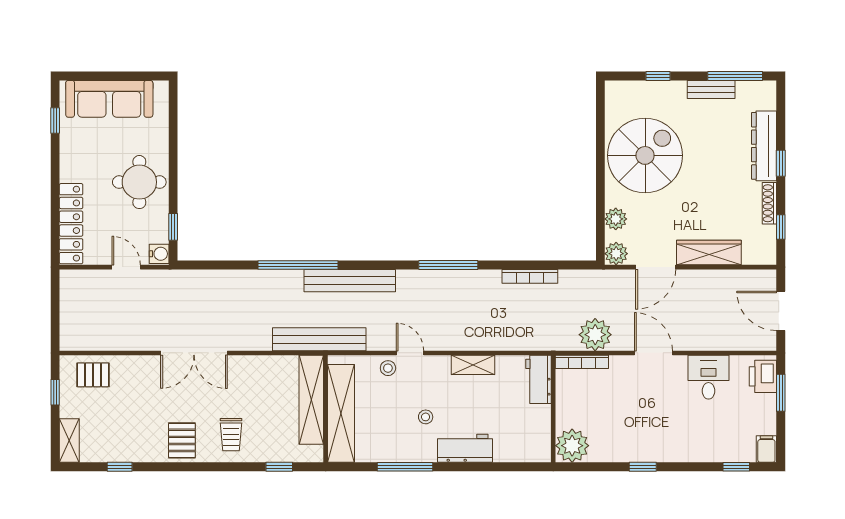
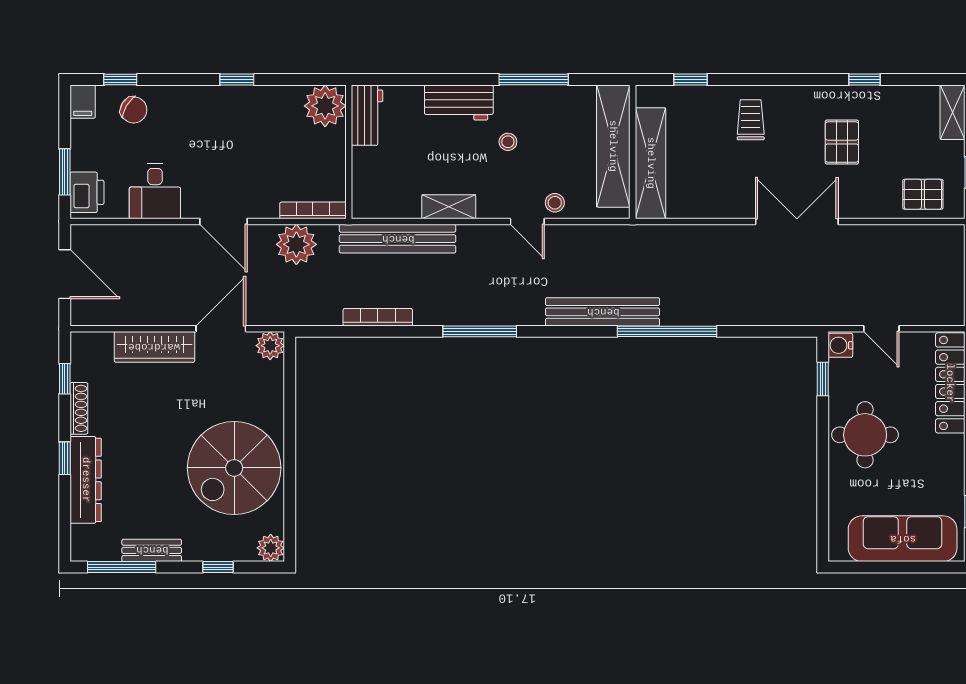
plant: (616, 219) -> (271, 548), moved
bench: (319, 339) -> (398, 239), moved
workbench: (538, 379) -> (367, 115), moved
pallet: (182, 440) -> (842, 142), moved
chair: (726, 442) -> (134, 110), added
window: (120, 467) -> (864, 80), moved

